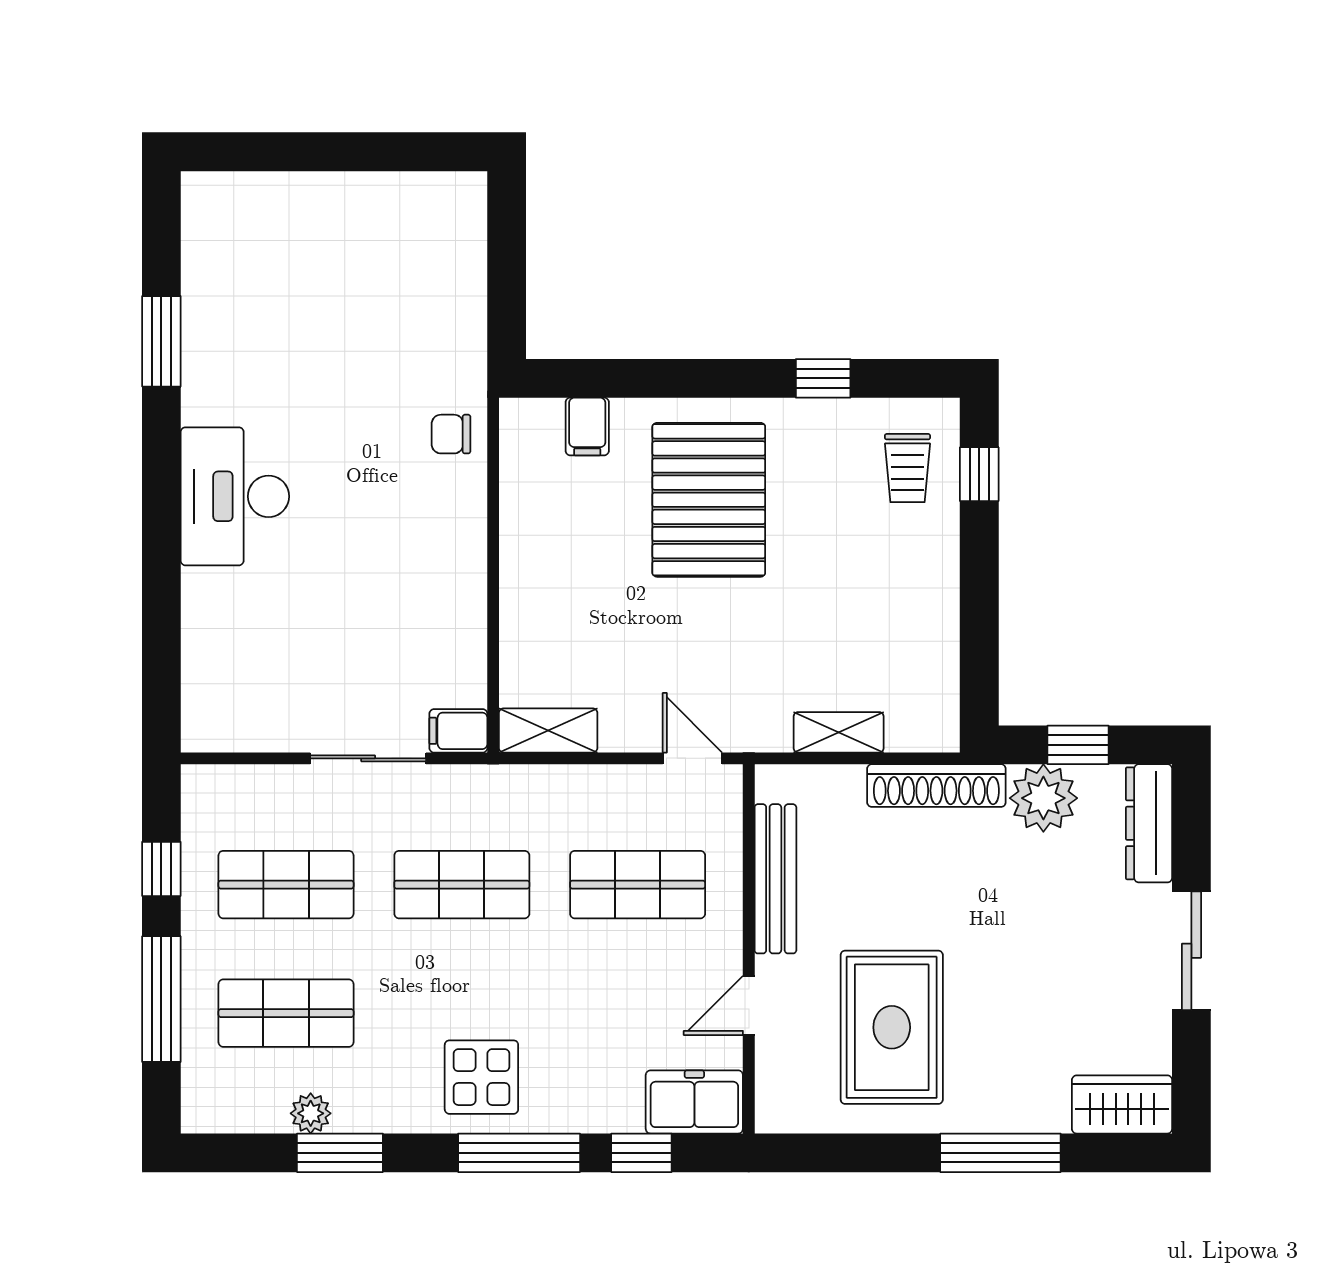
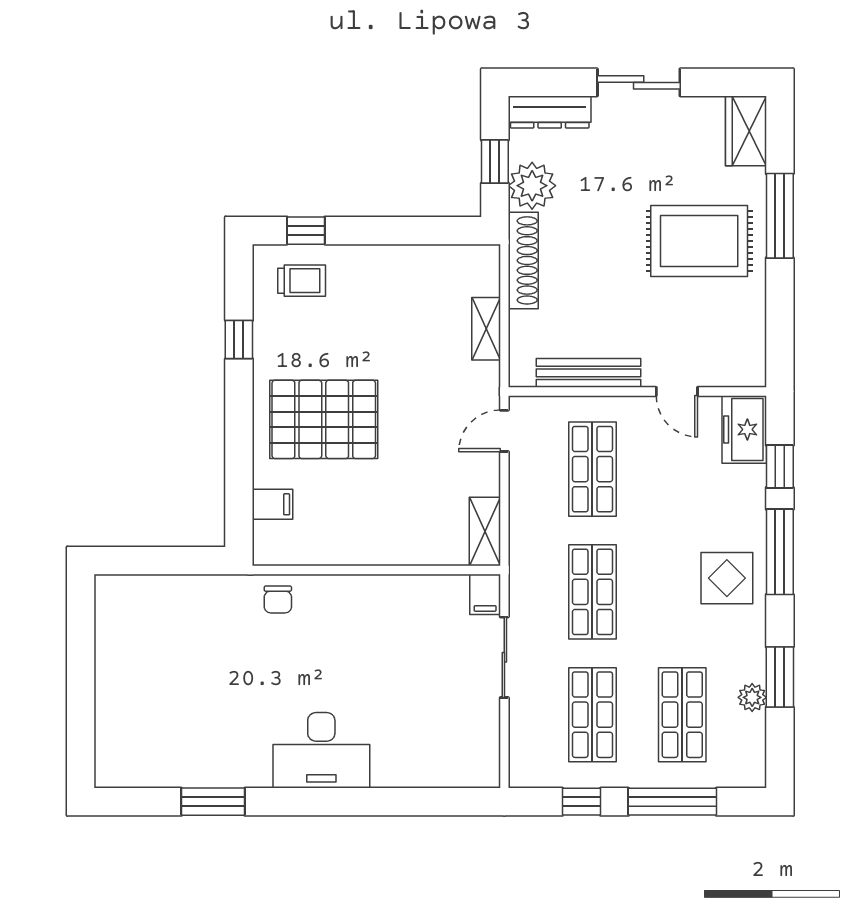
rug: (892, 1027) -> (699, 241), moved

